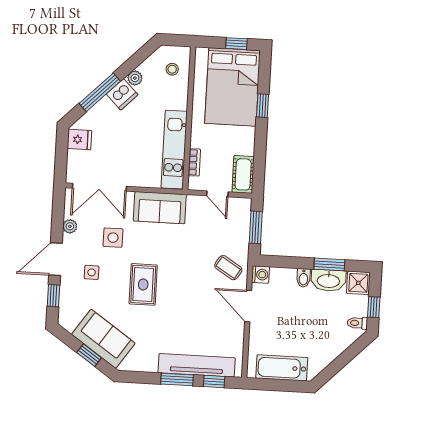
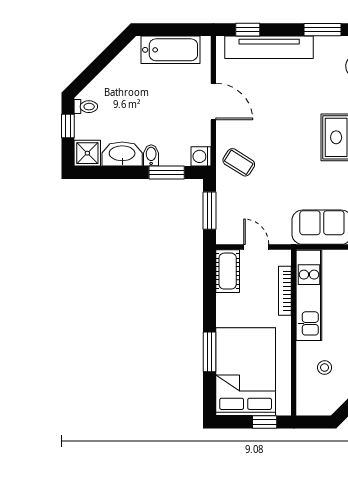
window: (236, 44) -> (265, 422), moved
stool: (172, 69) -> (325, 368), moved
window: (263, 106) -> (210, 352), width x1.50
bookcase: (194, 162) -> (285, 291), width x1.56
window: (329, 264) -> (167, 173), moved
door: (248, 306) -> (213, 102), moved
window: (177, 379) -> (322, 30), moved

